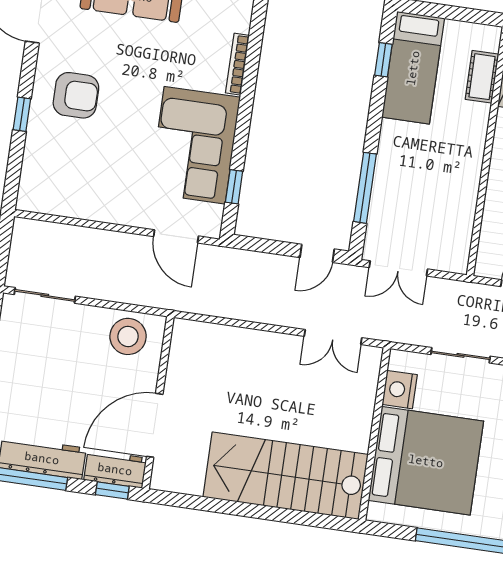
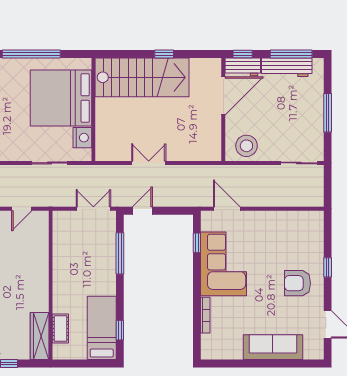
double door: (333, 337) -> (149, 163), moved
window: (243, 509) -> (164, 54), added

